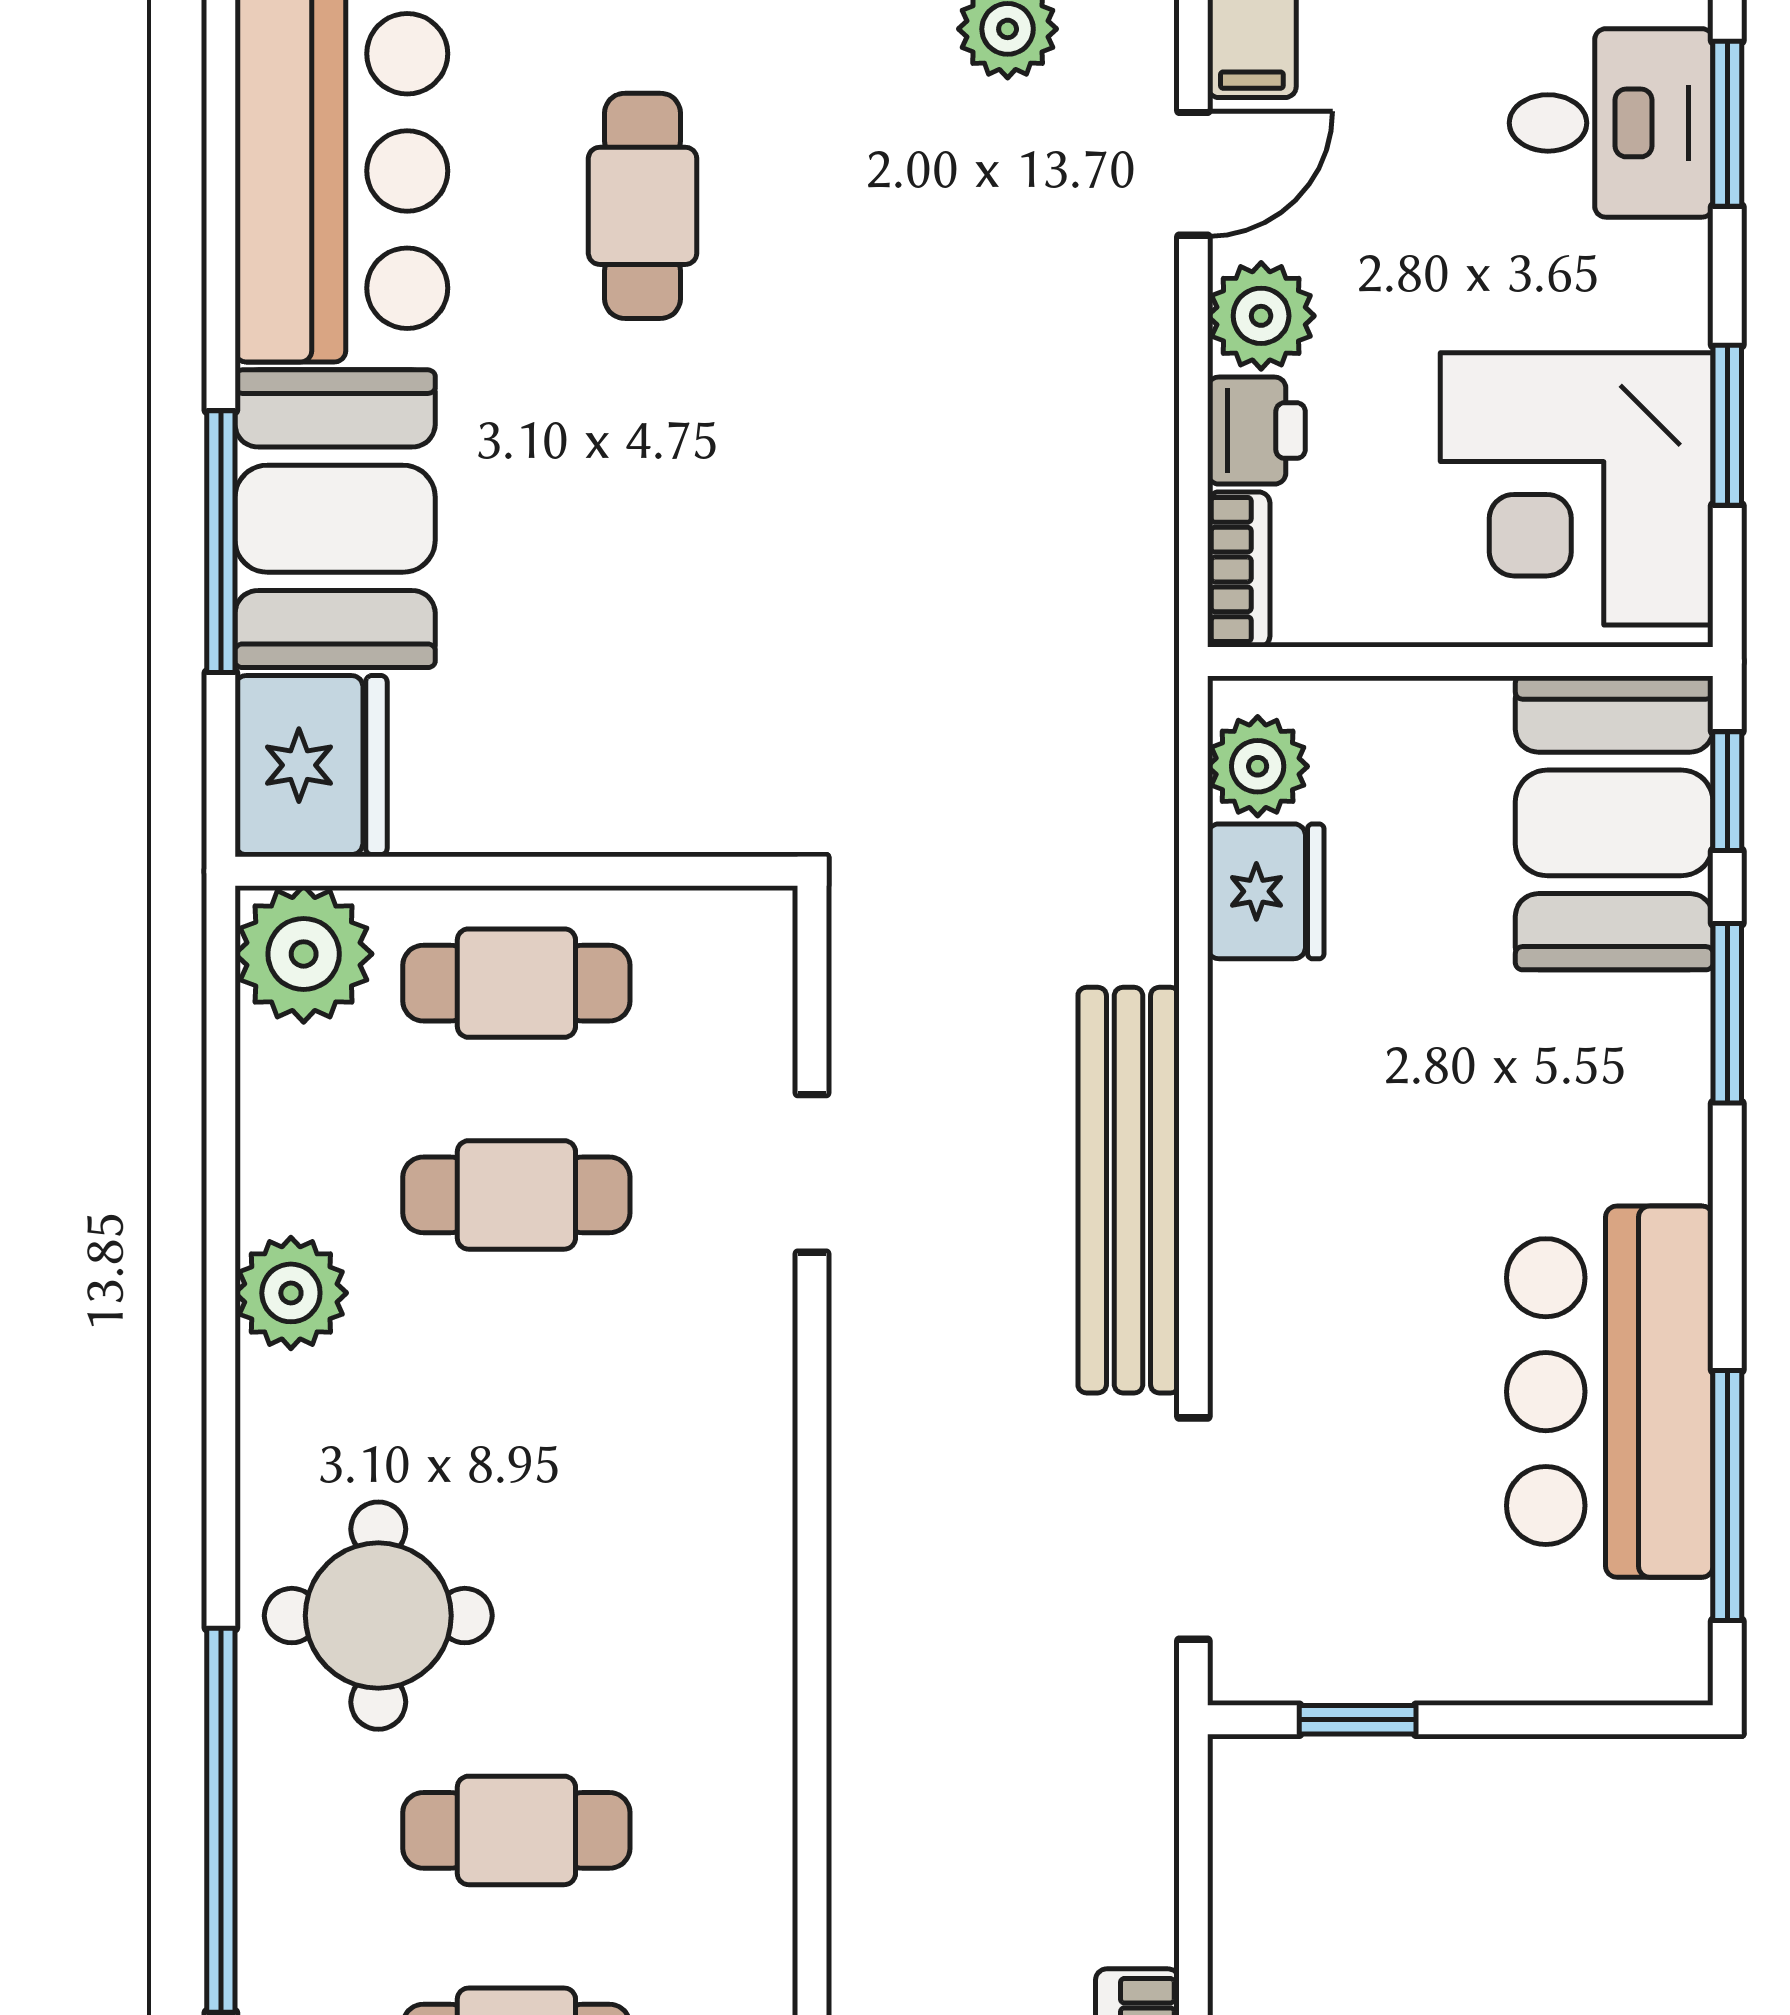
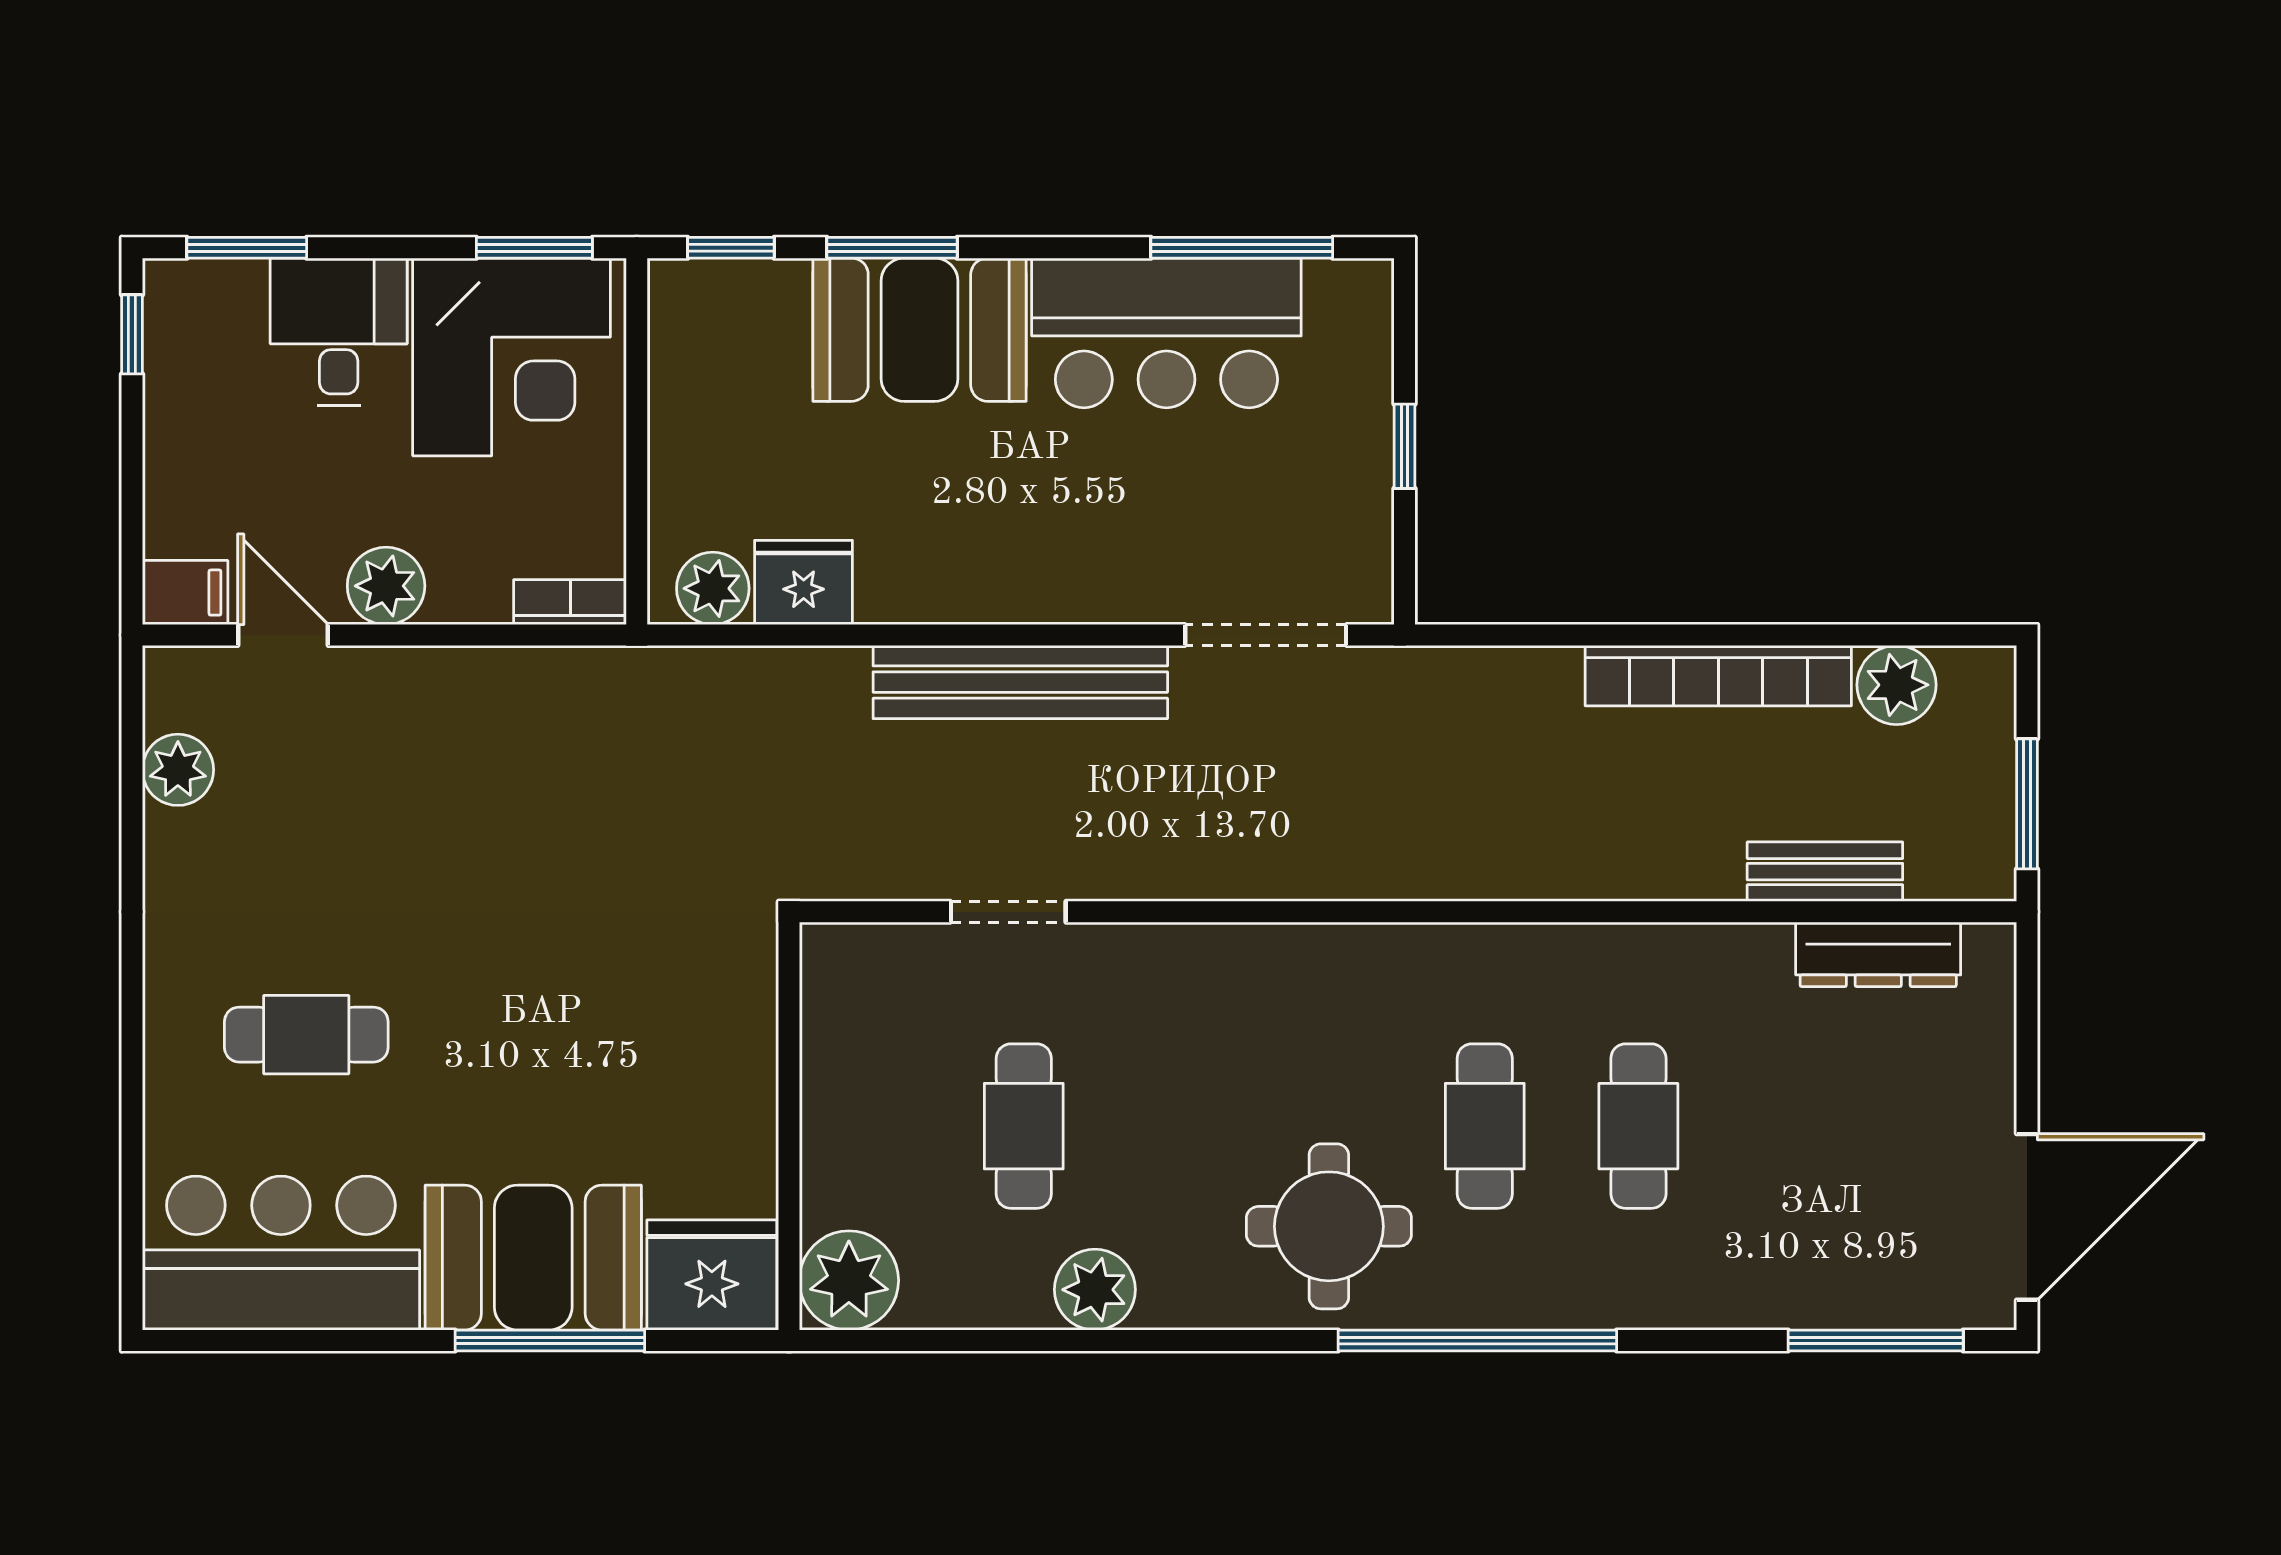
desk: (1611, 123) -> (339, 332), moved
window: (1727, 425) -> (534, 248), moved
printer: (1256, 431) -> (469, 589), removed
booth: (1614, 823) -> (919, 330), moved
cafe table: (516, 983) -> (870, 1126), removed
window: (1358, 1720) -> (1404, 446), moved

